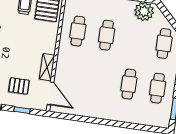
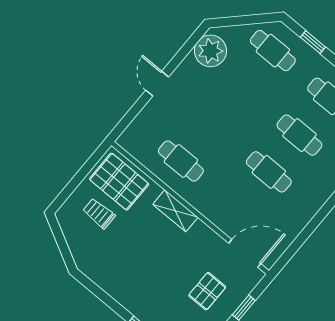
cafe table: (107, 35) -> (269, 172), moved
shelving: (47, 67) -> (175, 211), moved

